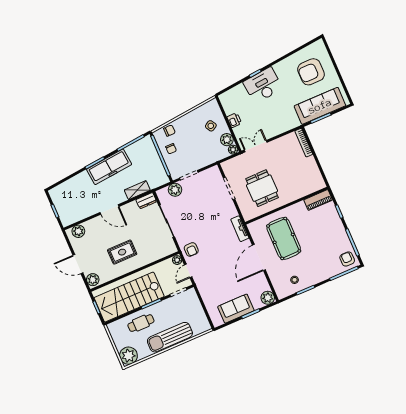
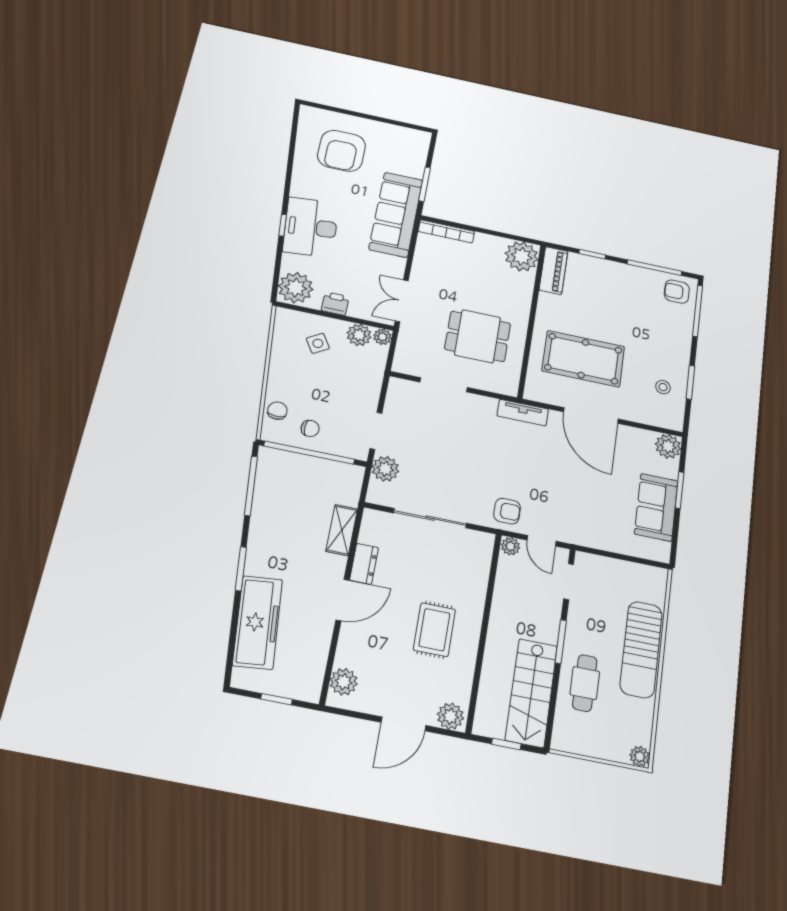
plant: (230, 99) -> (296, 288), added
sofa: (320, 106) -> (396, 215), moved
freezer: (109, 167) -> (258, 622), moved
plant: (315, 182) -> (522, 256), added
dresser: (146, 201) -> (364, 564), moved
stairs: (129, 297) -> (531, 693), width x0.73, depth x0.66
plant: (128, 356) -> (640, 756), width x0.53, depth x0.53

